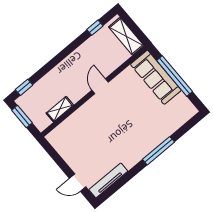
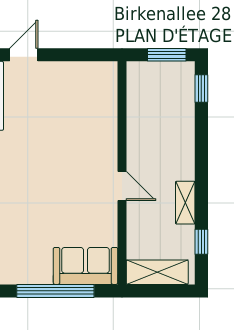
sofa: (156, 77) -> (85, 266), width x0.73
shelving: (60, 109) -> (185, 203), moved

